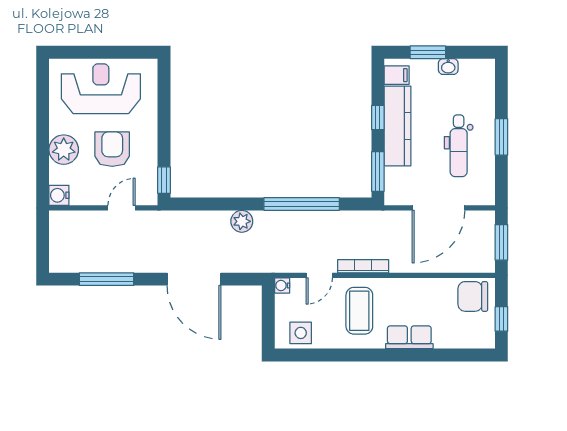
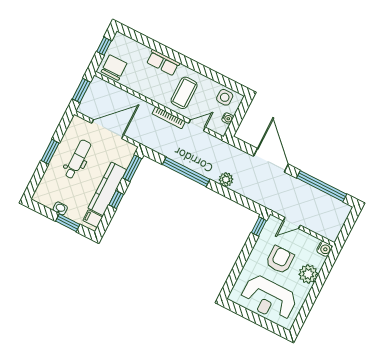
armchair: (112, 149) -> (280, 260), turned 180
window: (106, 279) -> (322, 186), width x1.46
water cooler: (282, 285) -> (228, 118), moved
chair: (473, 296) -> (114, 68), turned -90

